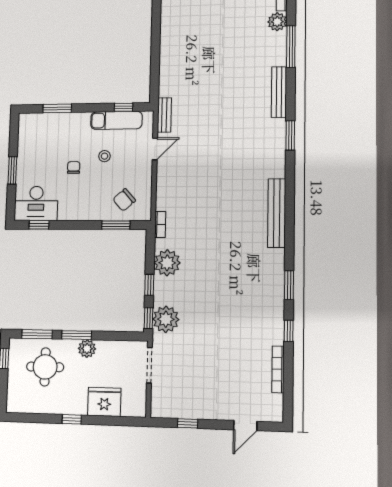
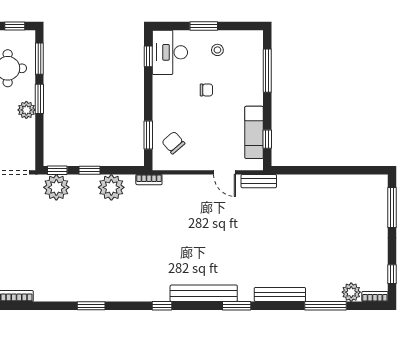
window: (57, 108) -> (267, 71), width x1.44
stool: (104, 156) -> (217, 50), moved
bench: (277, 213) -> (204, 293), moved
window: (289, 331) -> (162, 306), moved

